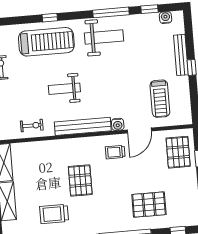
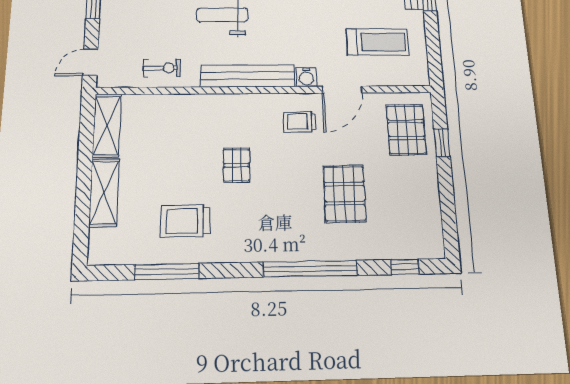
treadmill: (160, 99) -> (377, 42), turned -90
pallet: (80, 180) -> (237, 165), width x0.67, depth x0.71
pallet: (149, 205) -> (345, 194), moved, turned 90

